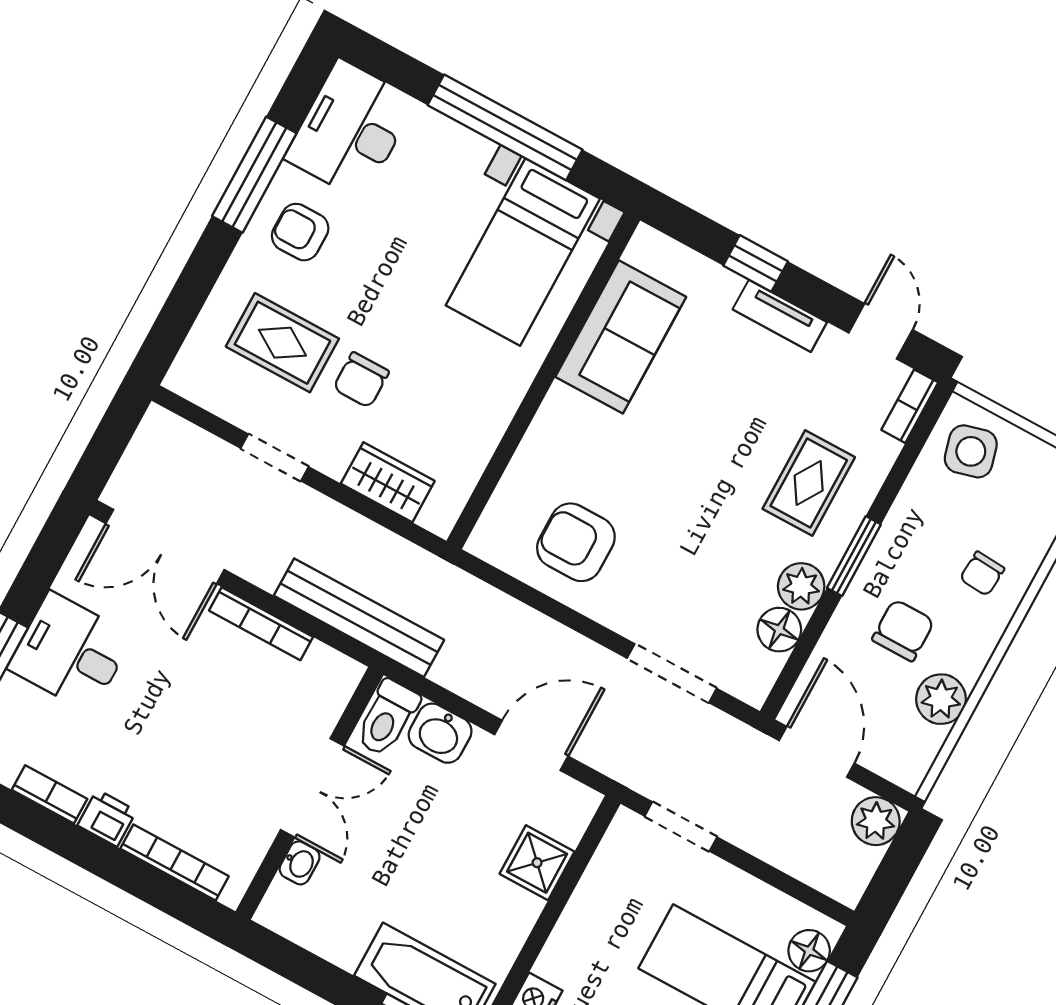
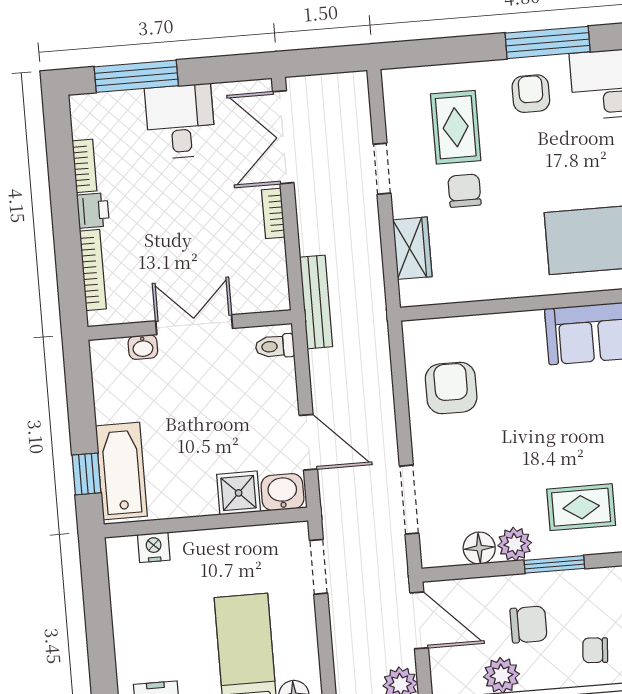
chair: (361, 380) -> (464, 191), turned 90
bench: (359, 618) -> (316, 302), width x0.73, depth x0.82
bookcase: (261, 624) -> (273, 213), width x0.64
toilet: (387, 718) -> (275, 346), width x0.73, depth x0.72
washbasin: (440, 733) -> (282, 492), moved, turned 90
door: (817, 752) -> (419, 620), hinge flipped
double door: (312, 788) -> (194, 325), swing flipped

